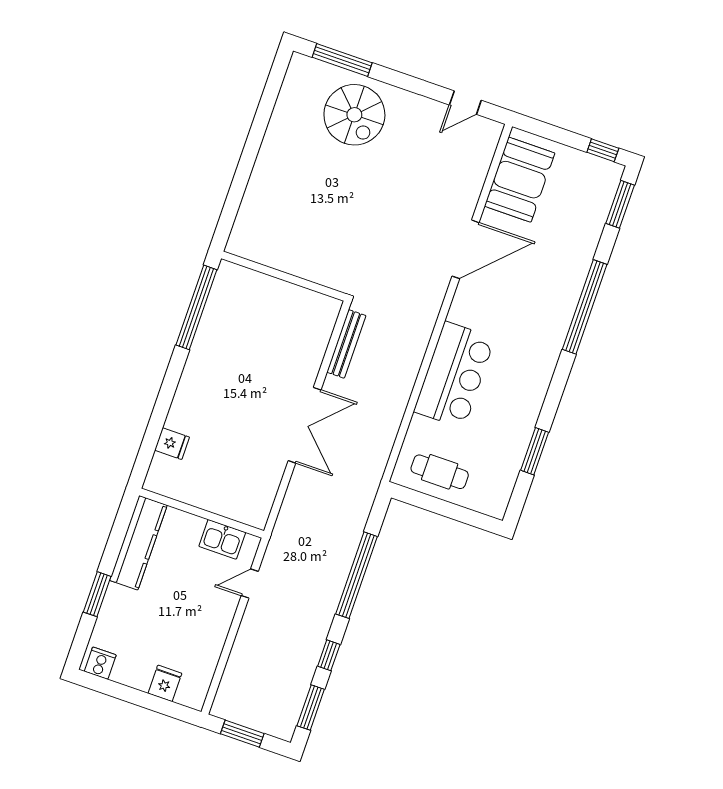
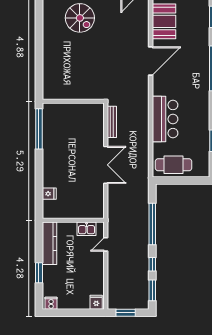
cafe table: (440, 472) -> (174, 165), width x1.37, depth x1.35
fridge: (165, 683) -> (96, 302), moved

